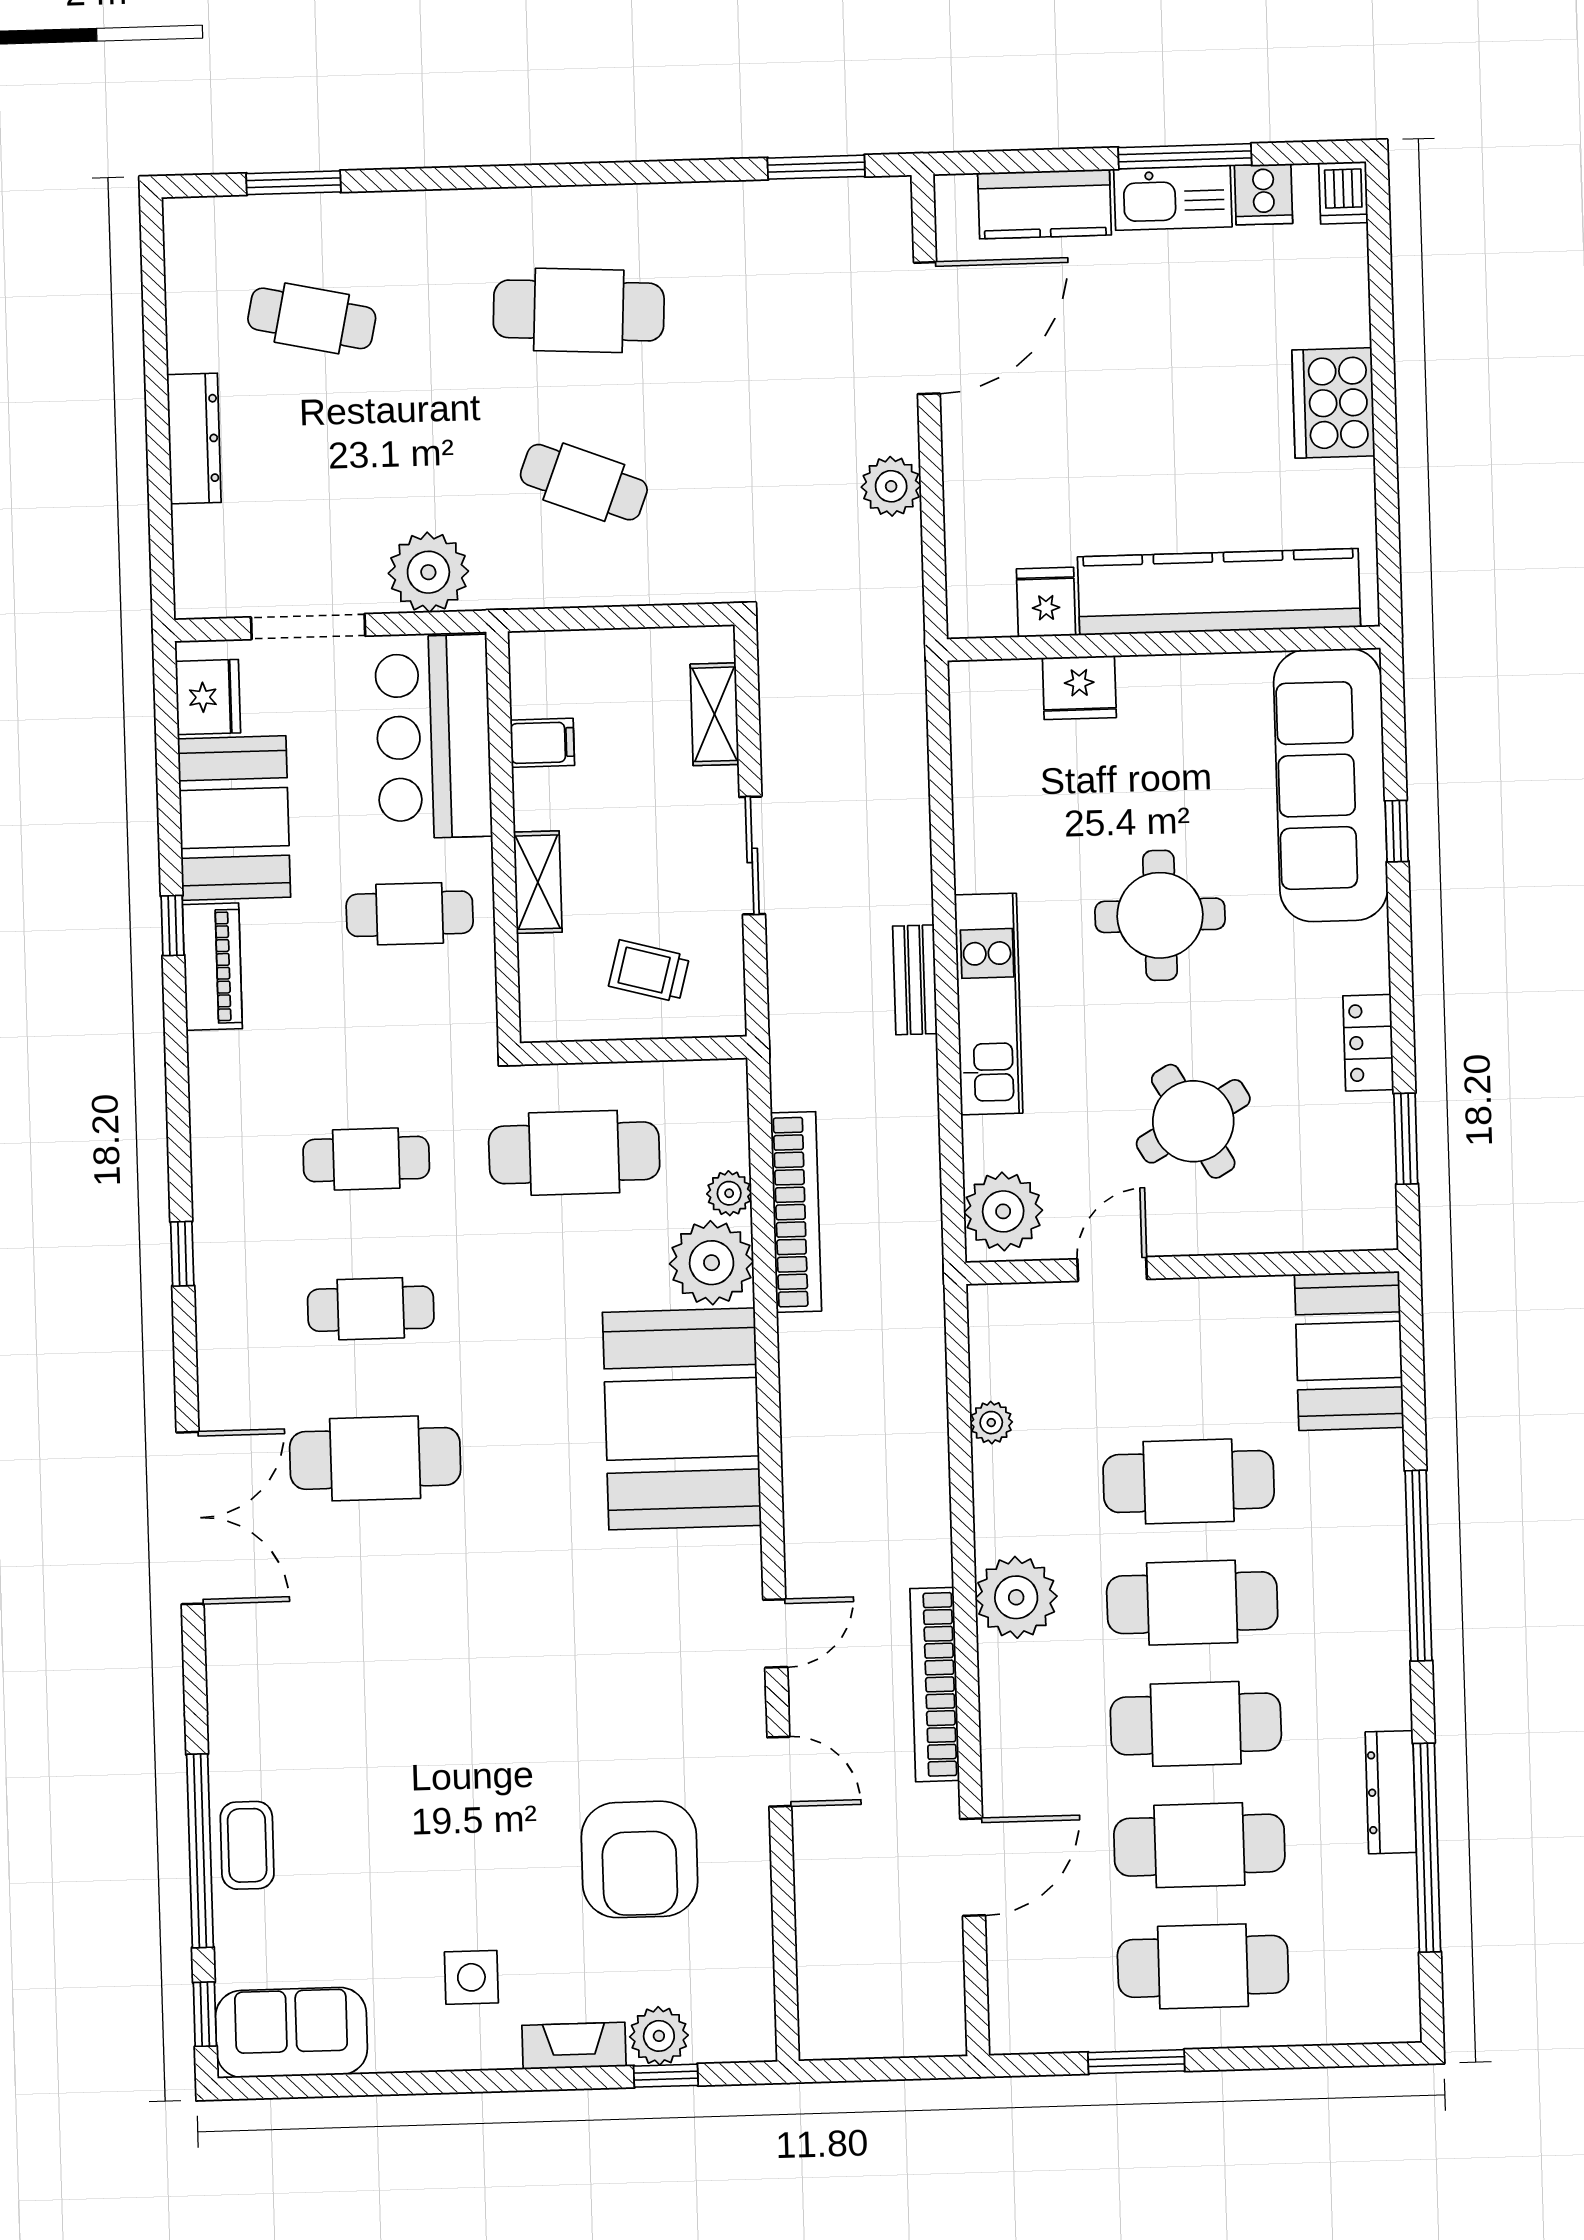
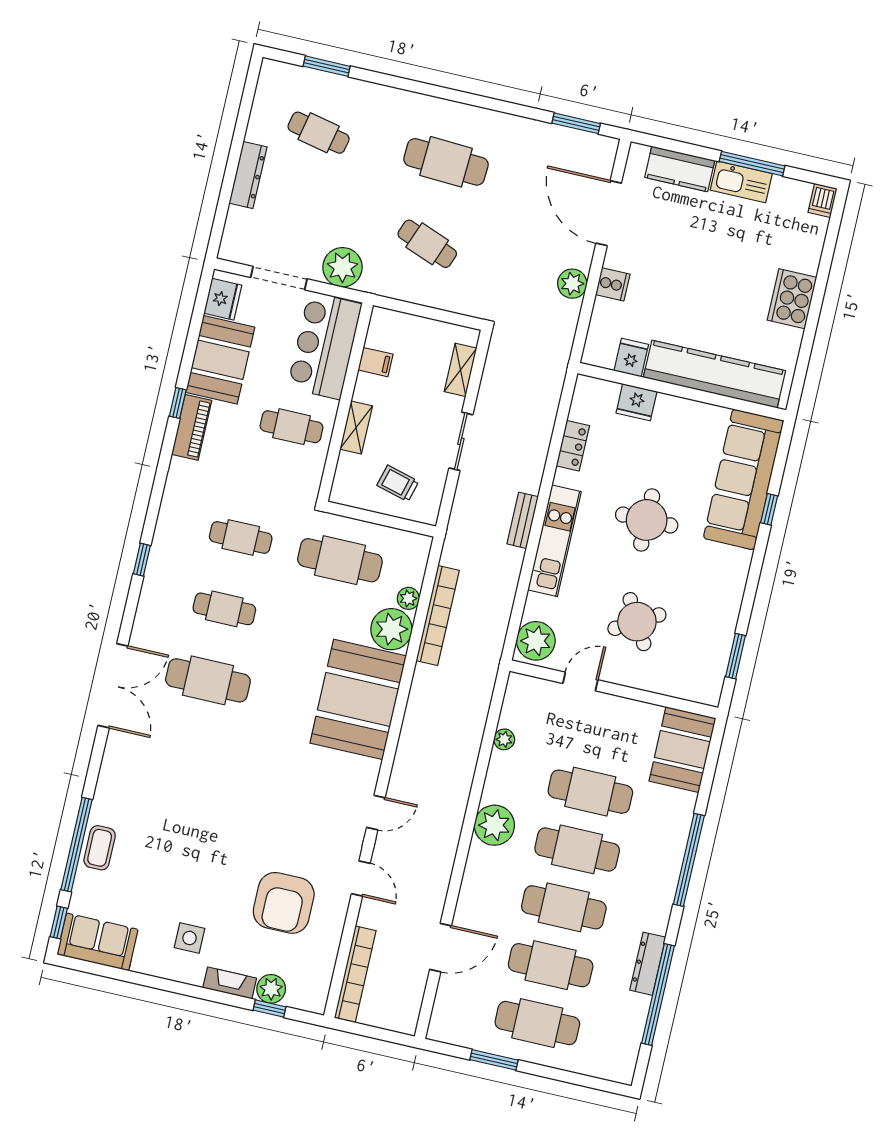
cooker: (1264, 194) -> (613, 284), moved, turned -90
door: (927, 328) -> (609, 213), swing flipped
locker: (1368, 1043) -> (573, 446), moved, turned 180
bookcase: (935, 1685) -> (355, 974), moved, turned 180

